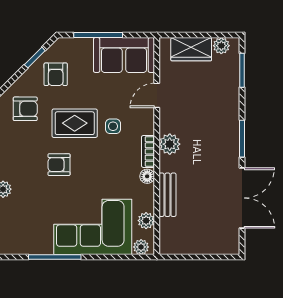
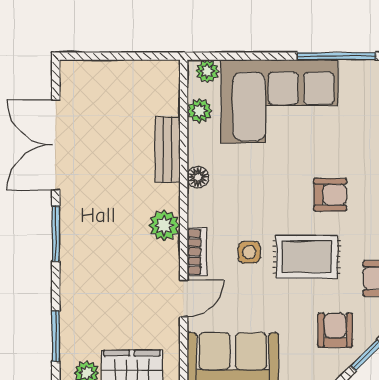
bookcase: (148, 151) -> (197, 252), moved

